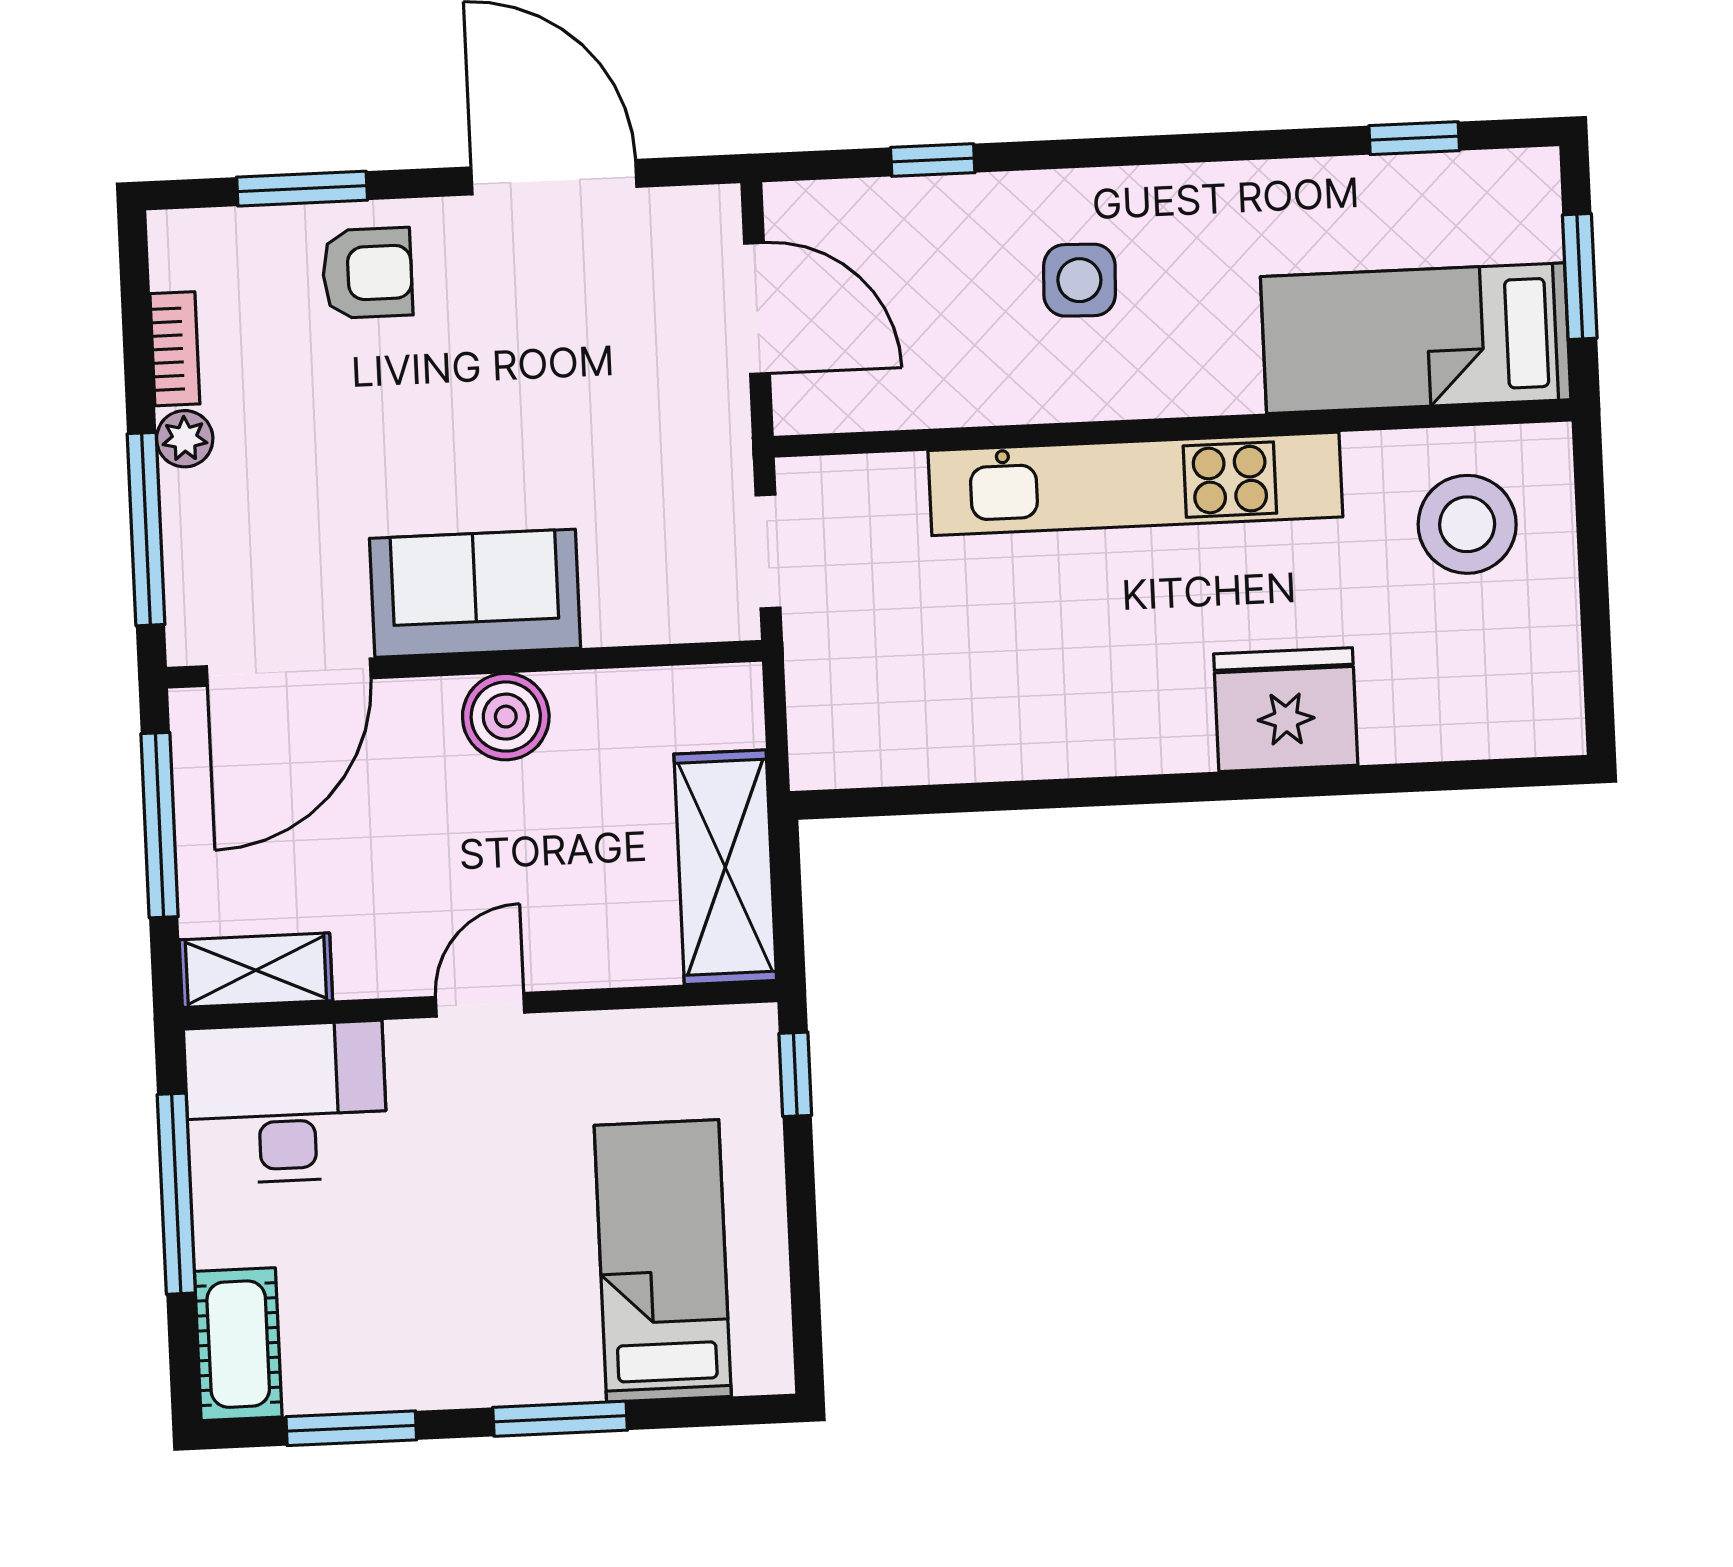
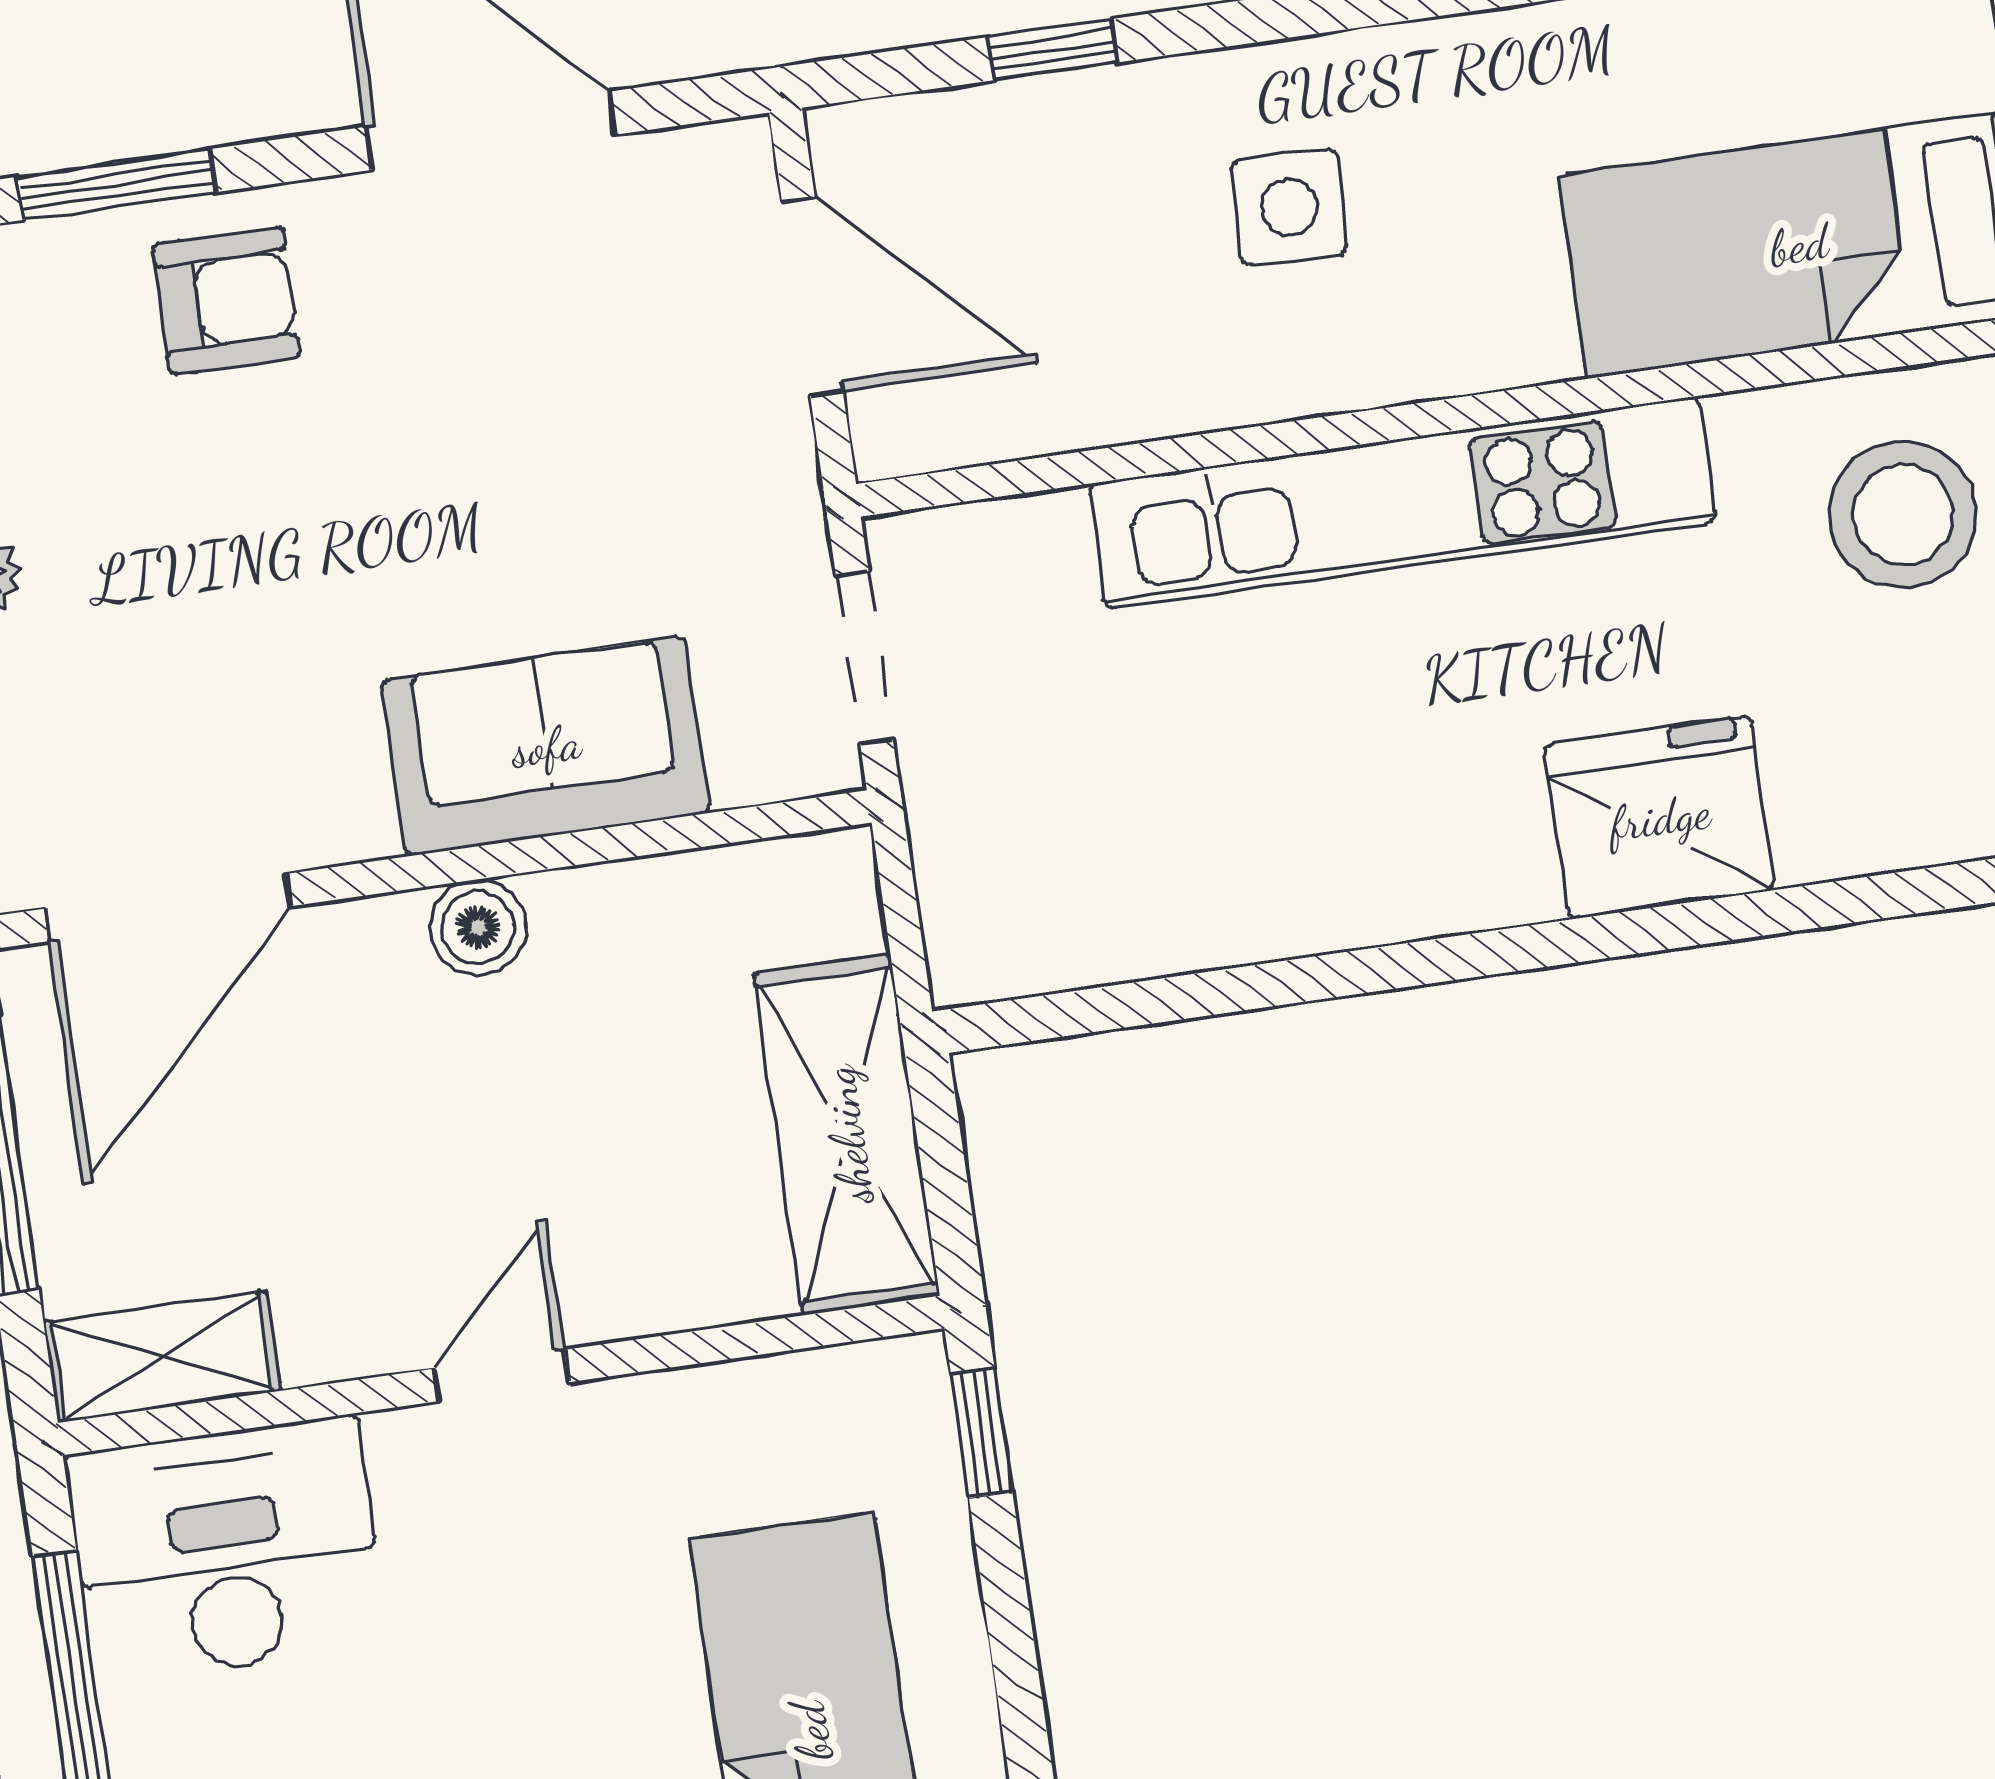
sofa: (475, 593) -> (546, 746), moved
boiler: (506, 717) -> (478, 927), width x0.73, depth x0.73

